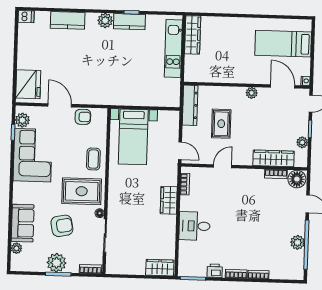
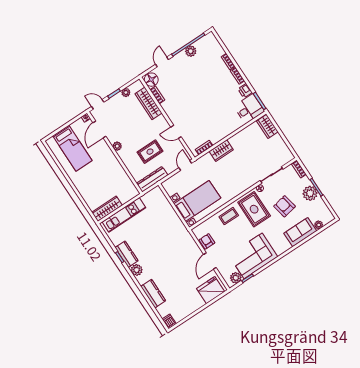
desk: (194, 226) -> (249, 109), moved, turned -90

